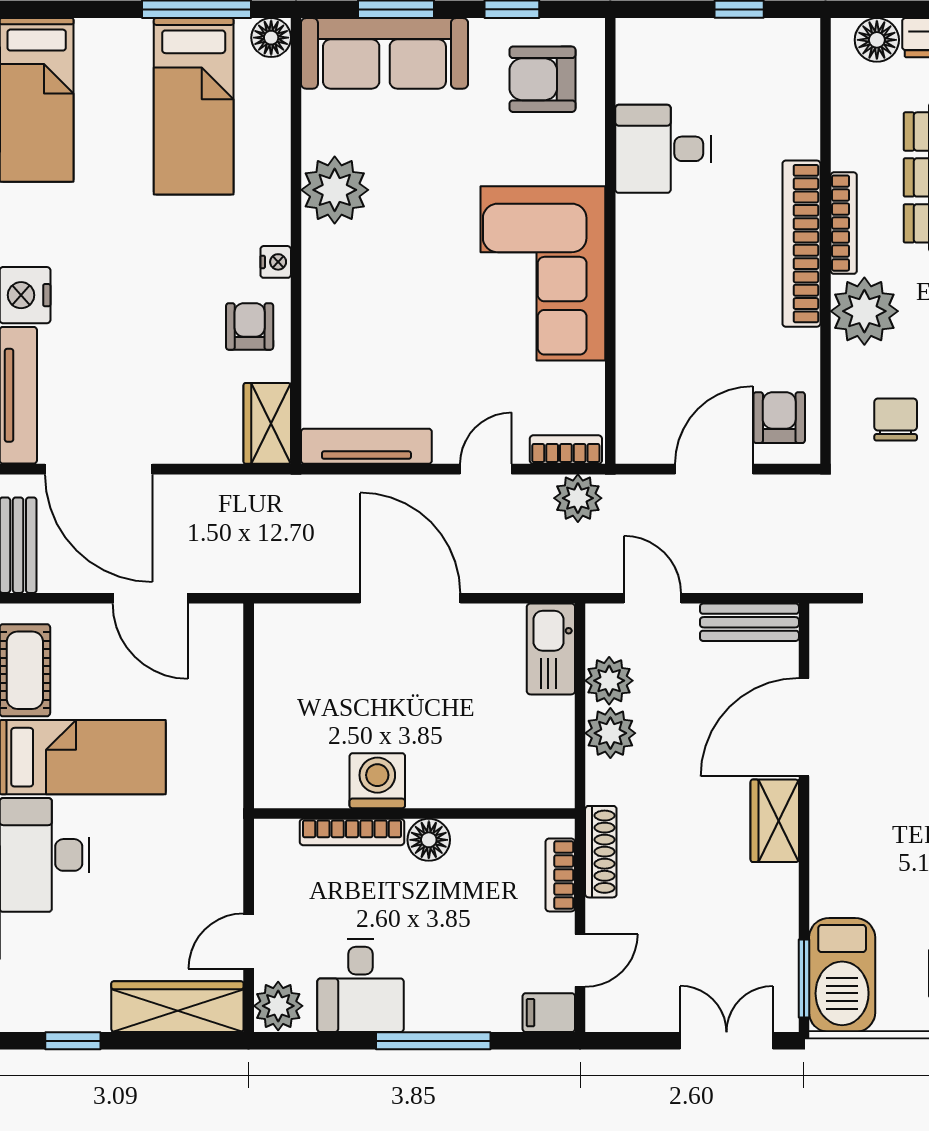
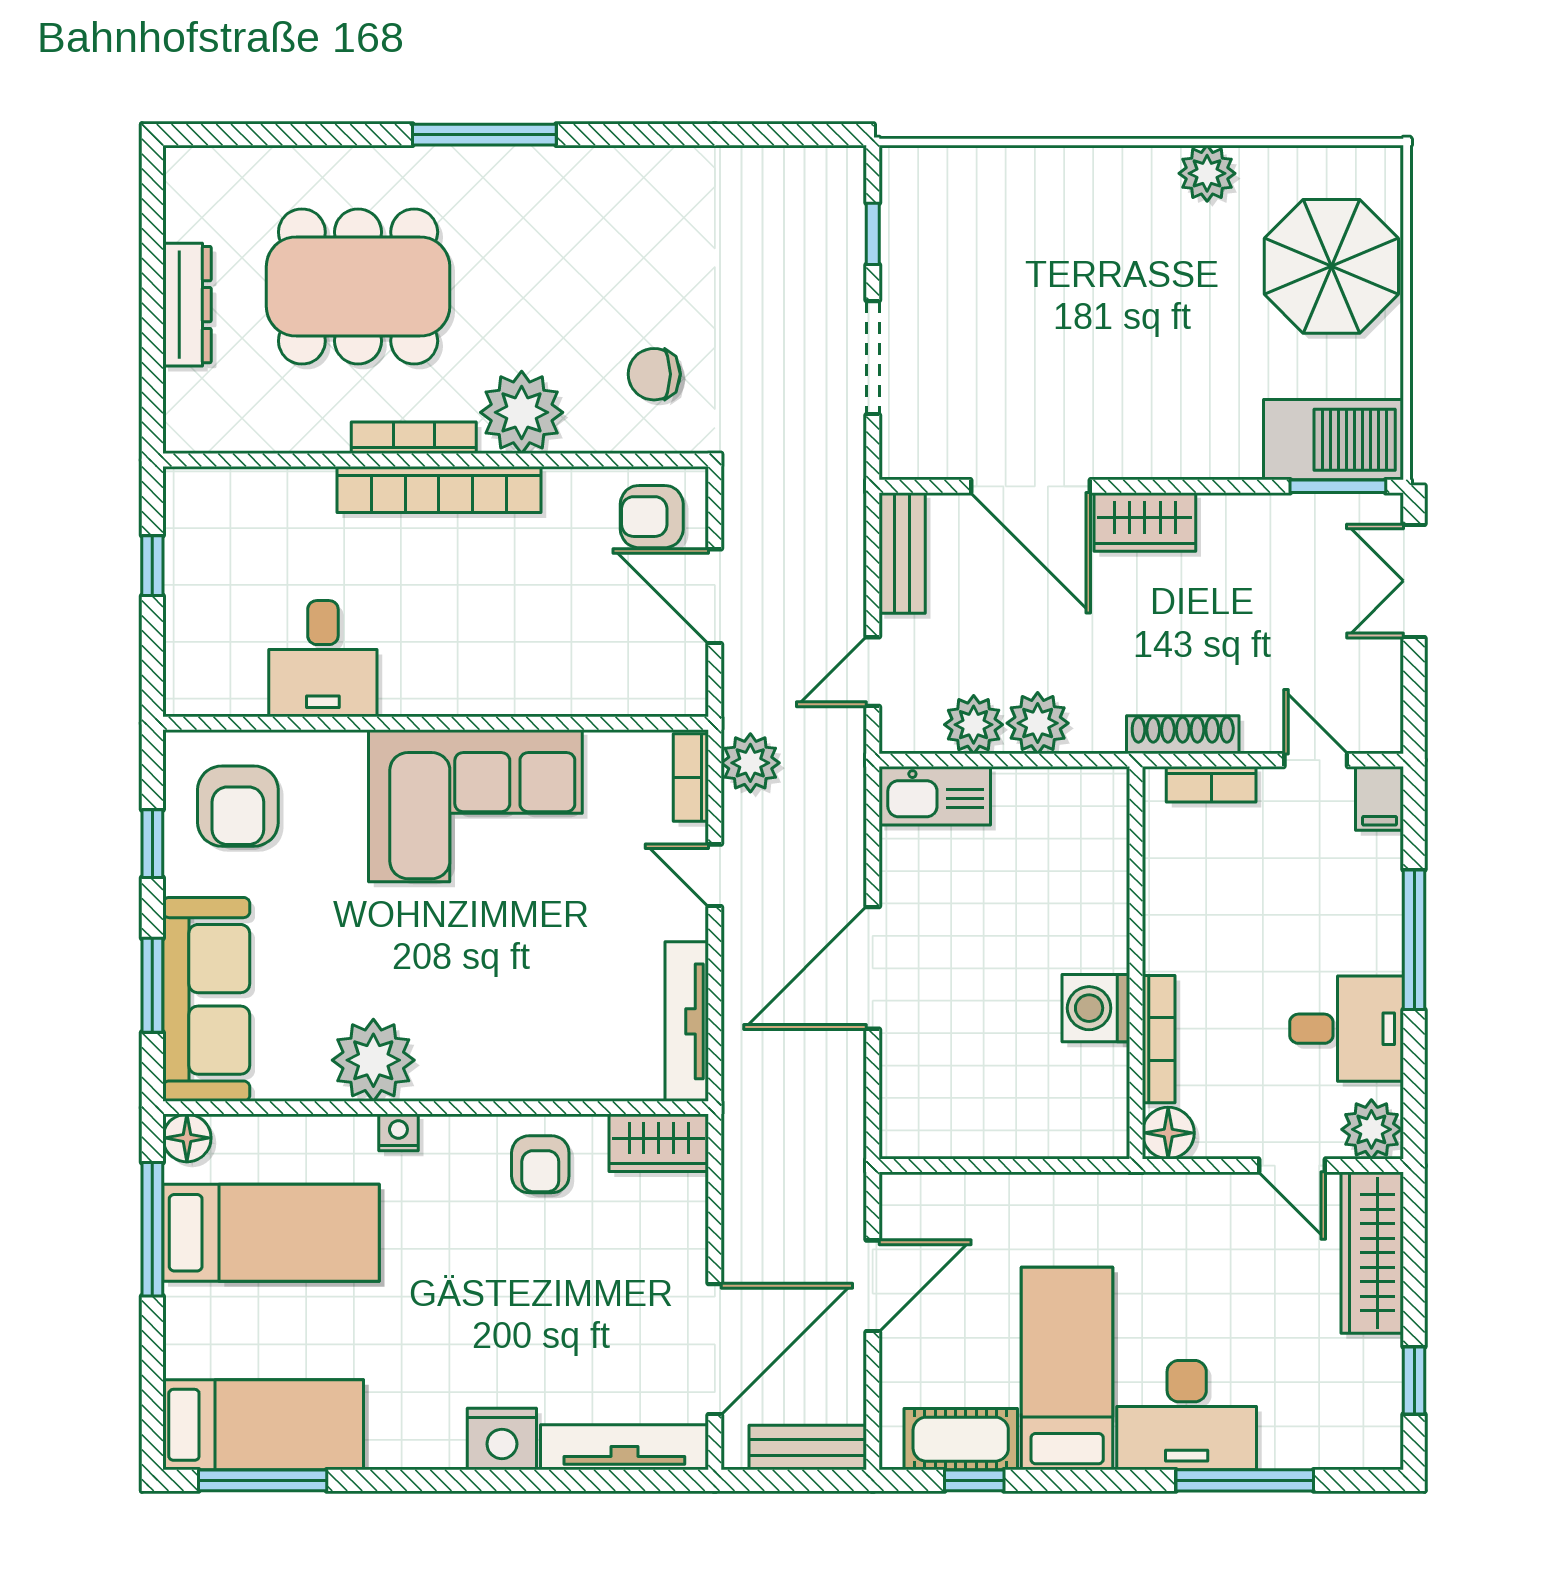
floor lamp: (877, 40) -> (190, 397), removed
nightstand: (276, 262) -> (398, 1132), moved
armchair: (250, 326) -> (540, 1164), turned -90
floor lamp: (429, 840) -> (1168, 1133), moved

